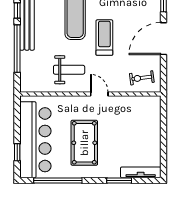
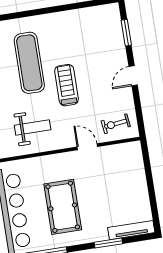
door: (163, 39) -> (133, 76), width x0.53
door: (99, 94) -> (87, 147), moved

